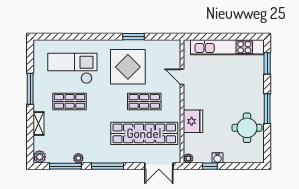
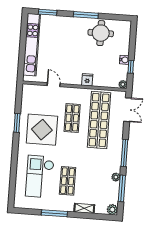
door: (182, 77) -> (54, 85), swing flipped
fridge: (193, 121) -> (87, 80), width x0.53, depth x0.75

